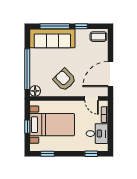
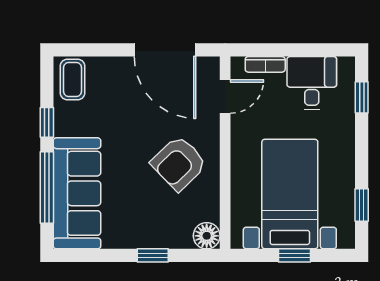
window: (27, 69) -> (153, 255), width x0.32

